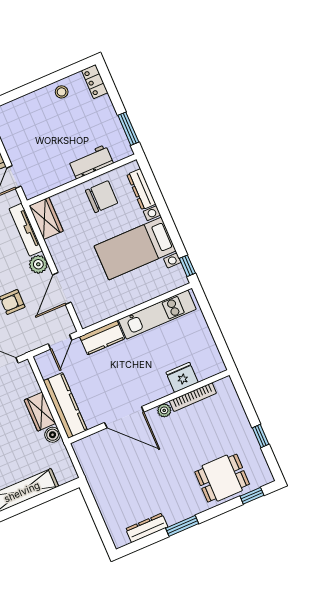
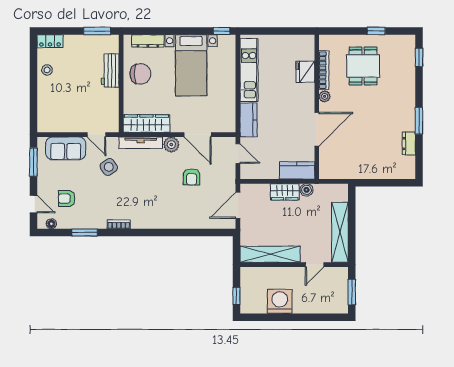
chair: (102, 197) -> (140, 74), turned 90
wardrobe: (46, 218) -> (146, 123), width x1.50
kitchen counter: (65, 405) -> (297, 170), width x0.67
dining table: (222, 478) -> (363, 66), moved
dresser: (147, 528) -> (409, 143), width x0.70

